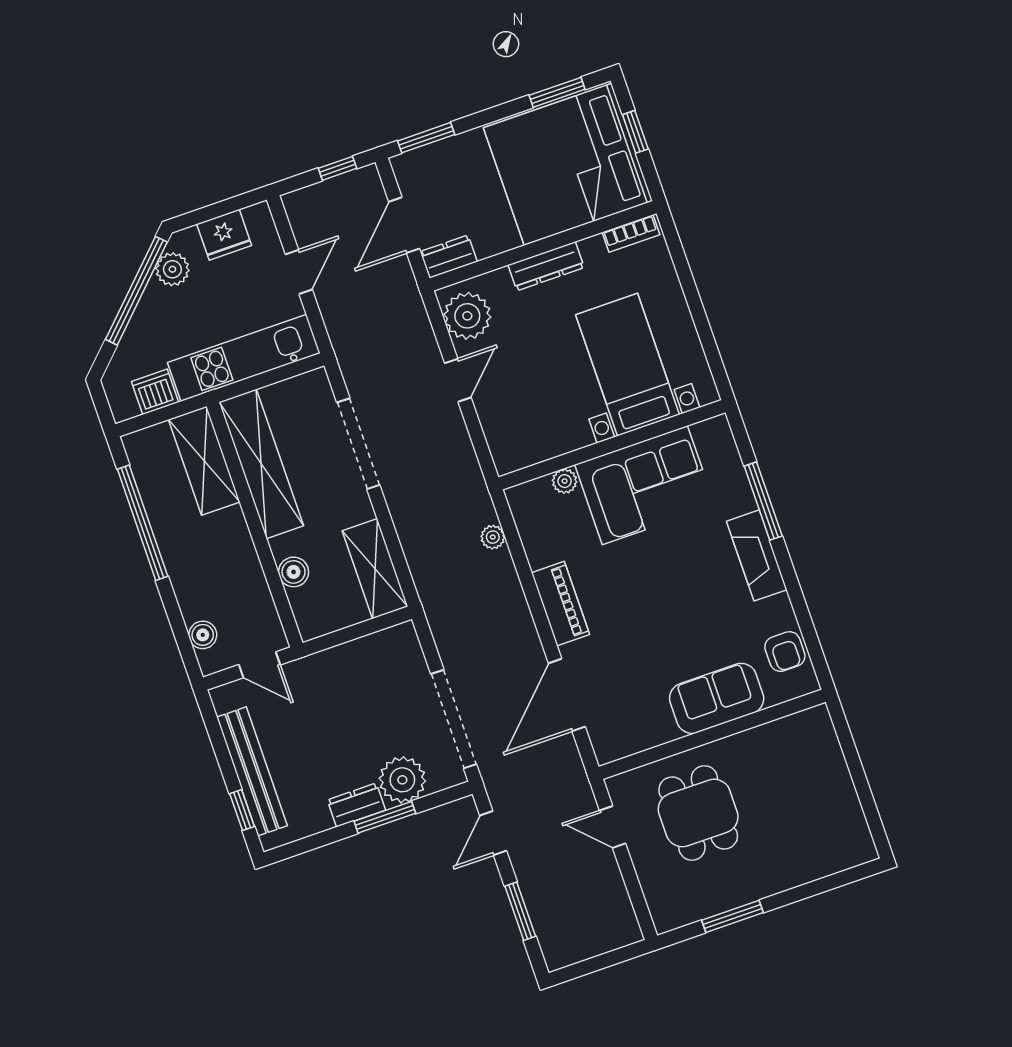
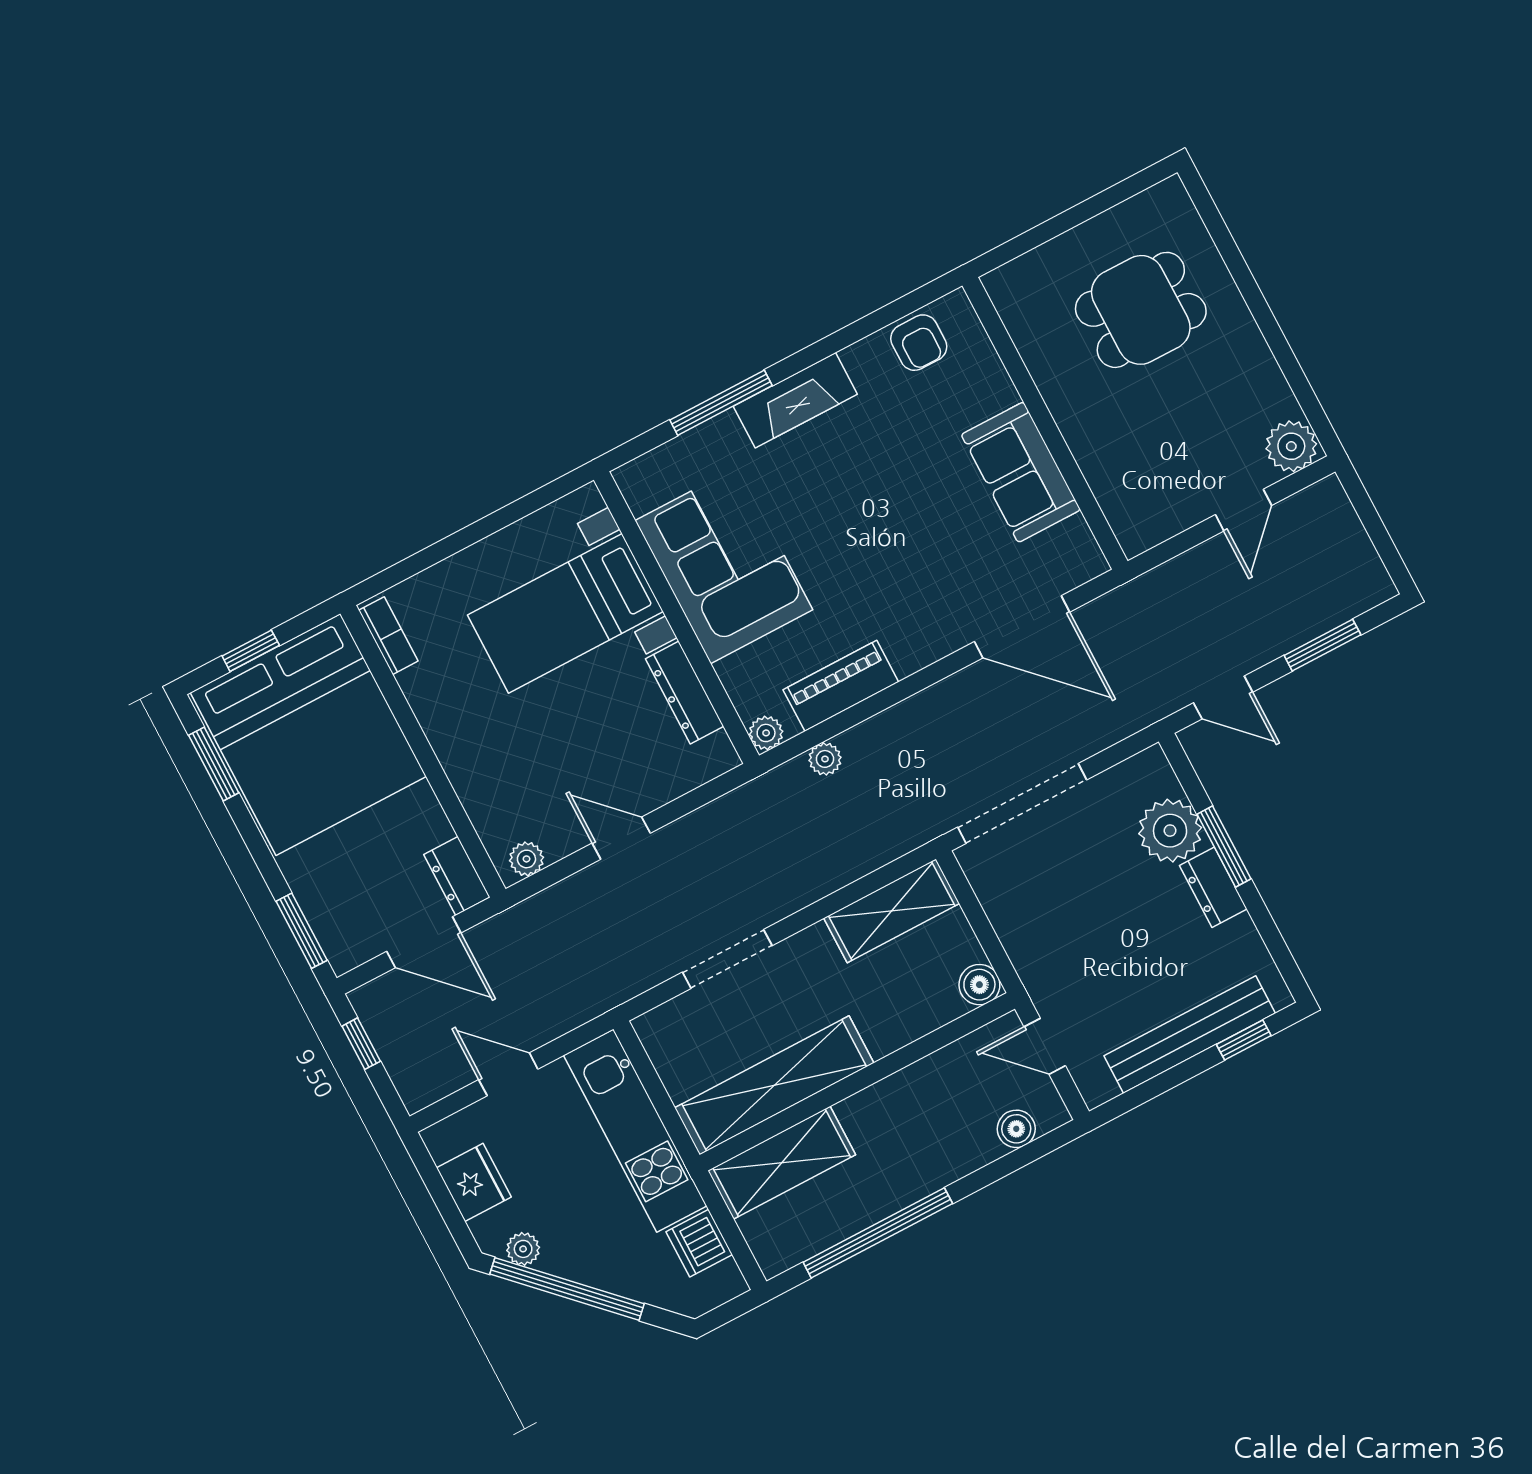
dresser: (546, 266) -> (685, 693), moved, turned 180
plant: (172, 269) -> (523, 1249), width x0.73, depth x0.73
plant: (467, 316) -> (526, 859), width x0.53, depth x0.53
doorway: (358, 444) -> (727, 959), width x0.73
plant: (565, 481) -> (766, 733), moved
boiler: (294, 572) -> (979, 985), moved
piano: (560, 604) -> (841, 686), moved
armchair: (785, 652) -> (919, 343), turned 90
door: (260, 665) -> (1045, 1046), swing flipped
sofa: (717, 698) -> (1021, 472), moved
doorway: (454, 719) -> (1022, 803), moved
dining table: (698, 813) -> (1141, 310), moved
door: (613, 827) -> (1243, 510), moved
plant: (668, 911) -> (1291, 446), added
window: (732, 916) -> (1286, 359), removed

